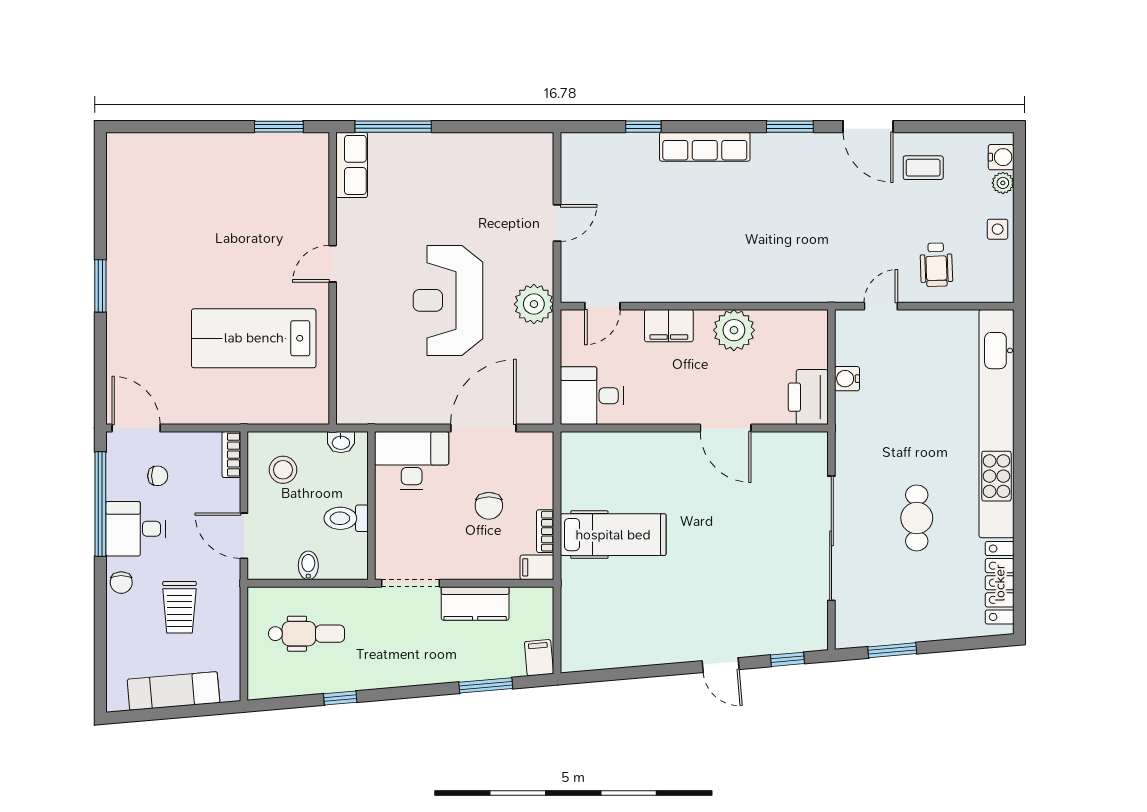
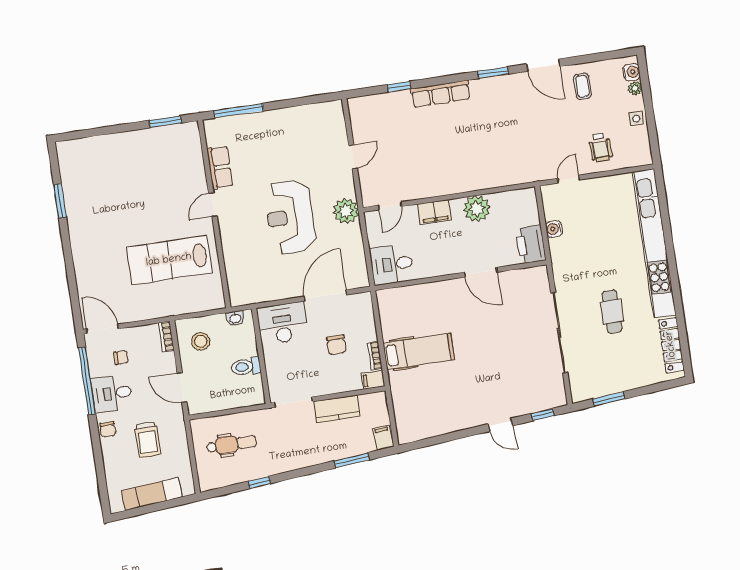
row of seats: (352, 165) -> (220, 167), moved
coffee table: (923, 168) -> (583, 86), turned 90
window: (100, 286) -> (60, 201), moved
bidet: (308, 565) -> (226, 400), removed

